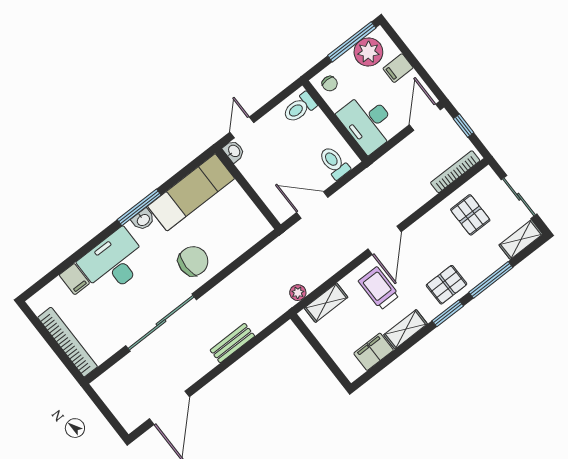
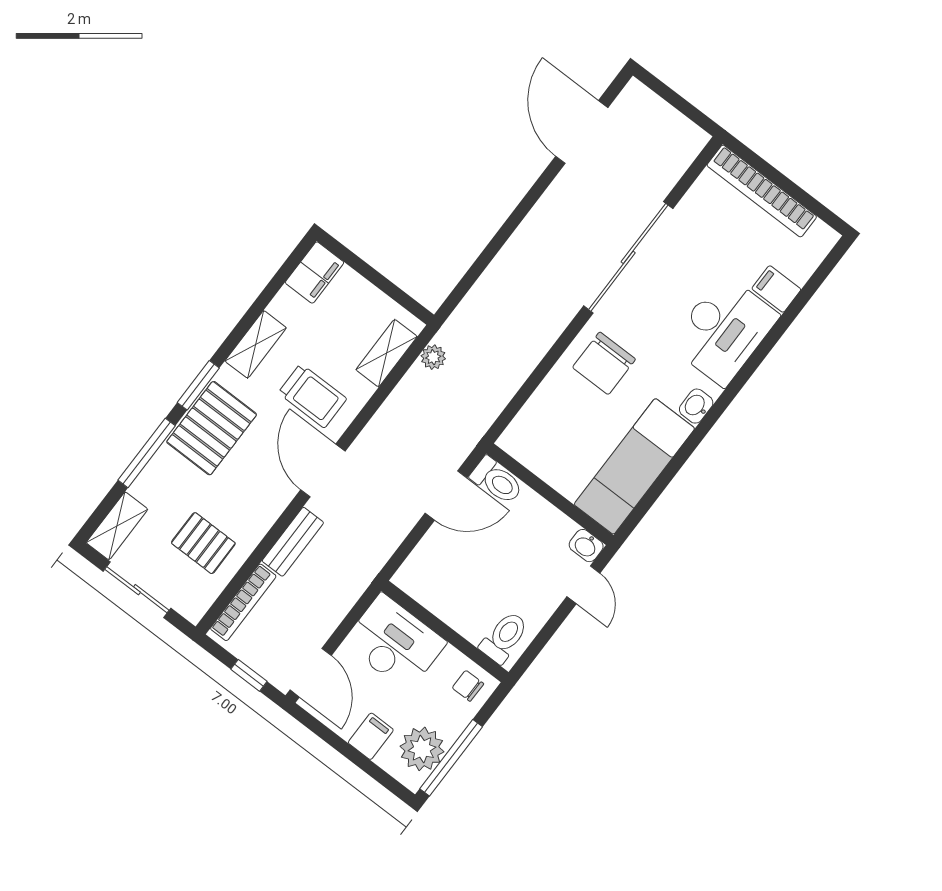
toilet: (334, 163) -> (497, 481), moved
window: (139, 207) -> (707, 423), removed
pallet: (447, 285) -> (212, 428), width x1.50, depth x1.42
bench: (232, 343) -> (293, 542), moved
filing cabinet: (374, 352) -> (315, 272), moved

